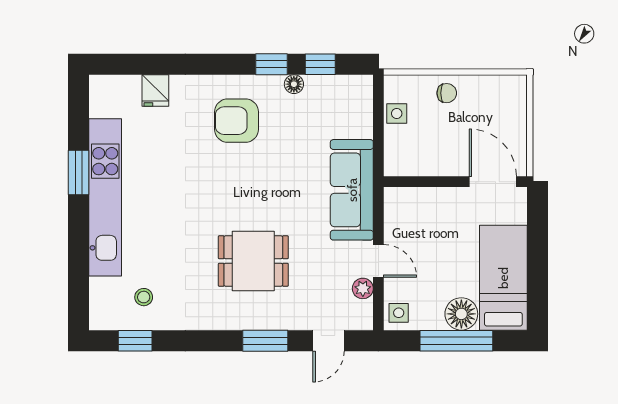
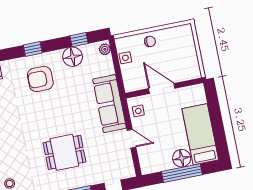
window: (271, 64) -> (33, 49), moved
floor lamp: (294, 84) -> (73, 57), width x1.89, depth x1.89
door: (493, 182) -> (162, 88), moved
plant: (363, 288) -> (105, 49), moved
side table: (399, 313) -> (138, 111), moved

